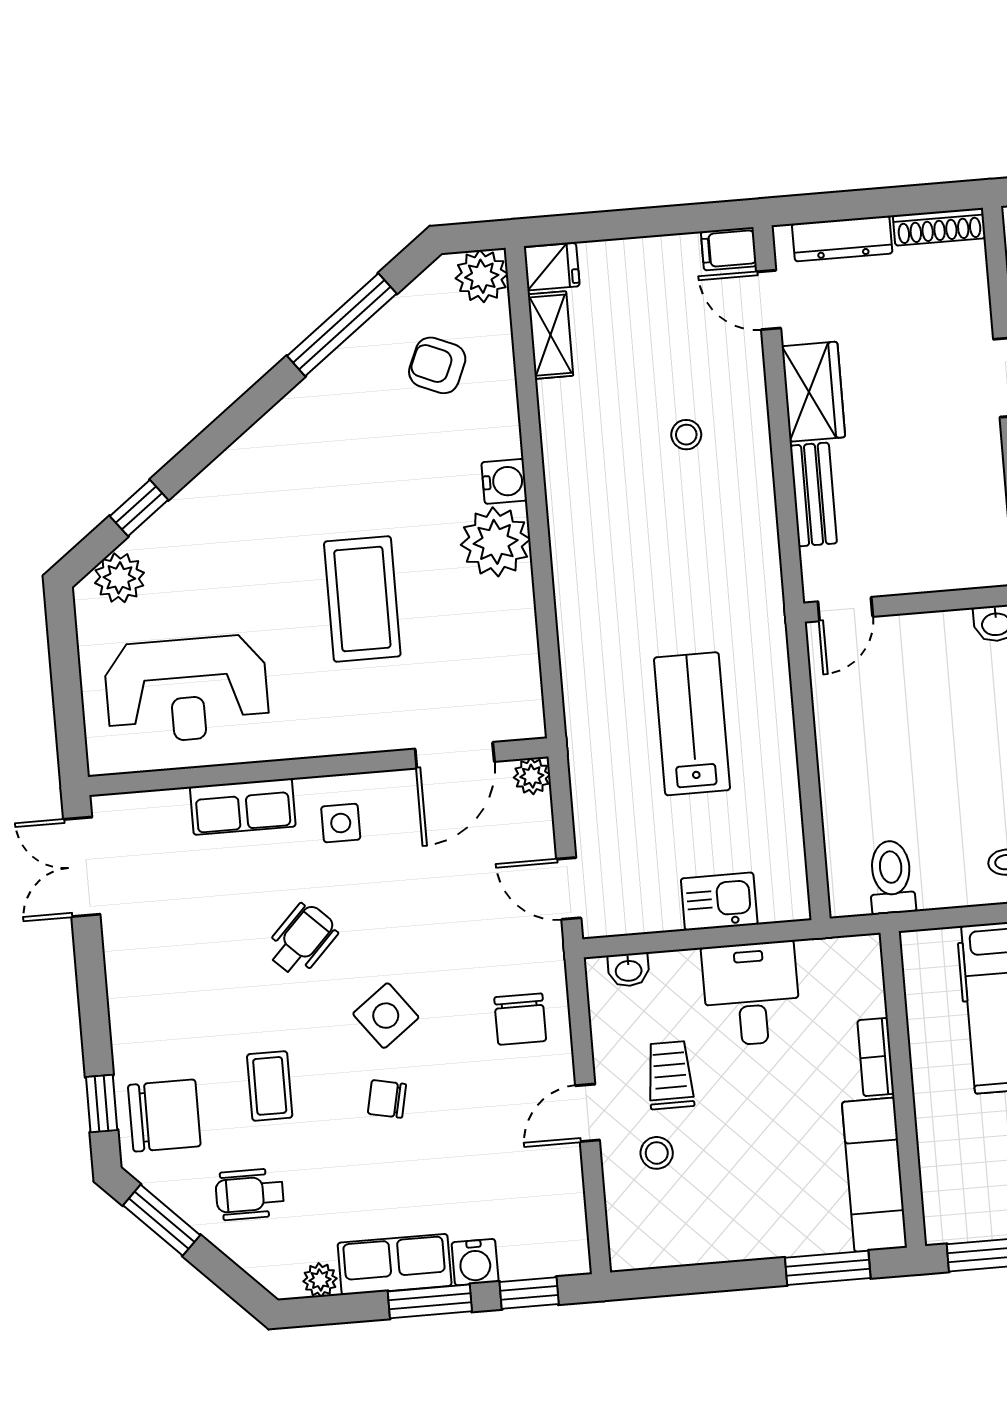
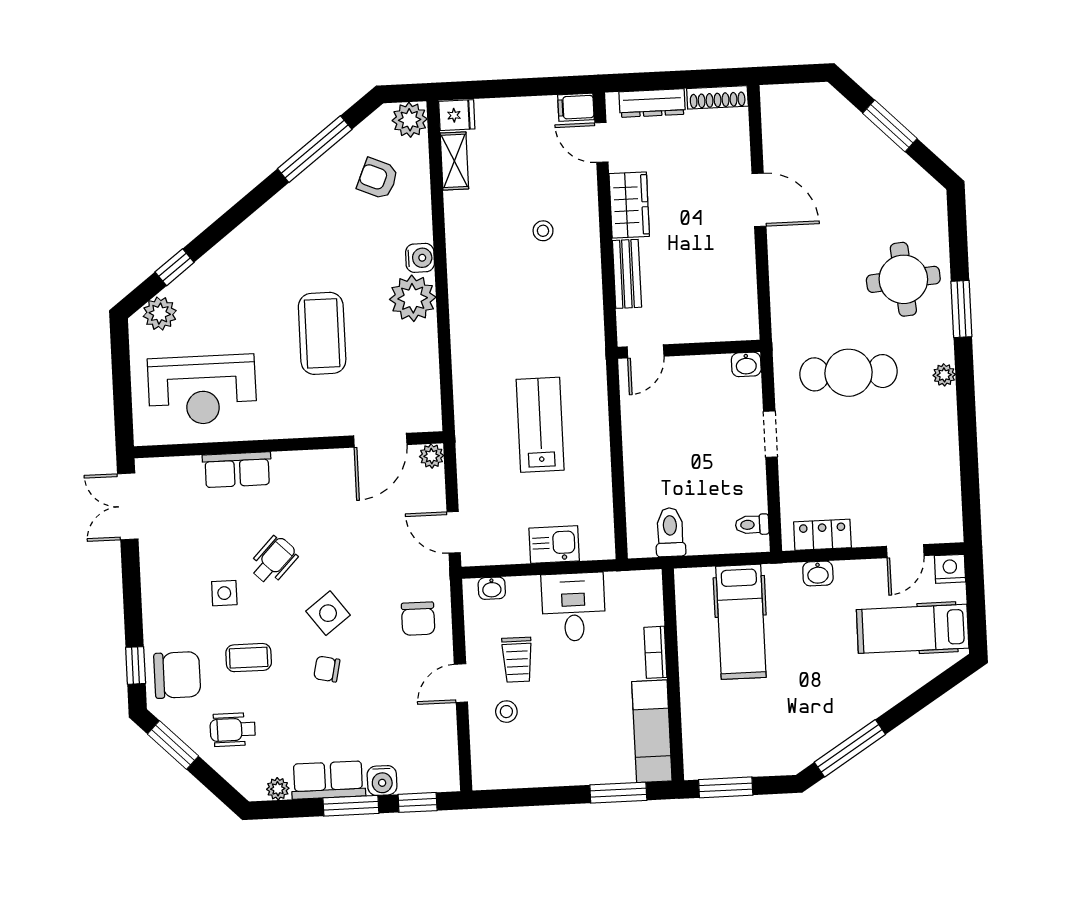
side table: (341, 823) -> (224, 593), moved
trolley: (670, 1075) -> (517, 660), turned 180
coffee table: (270, 1086) -> (249, 658), turned 90

